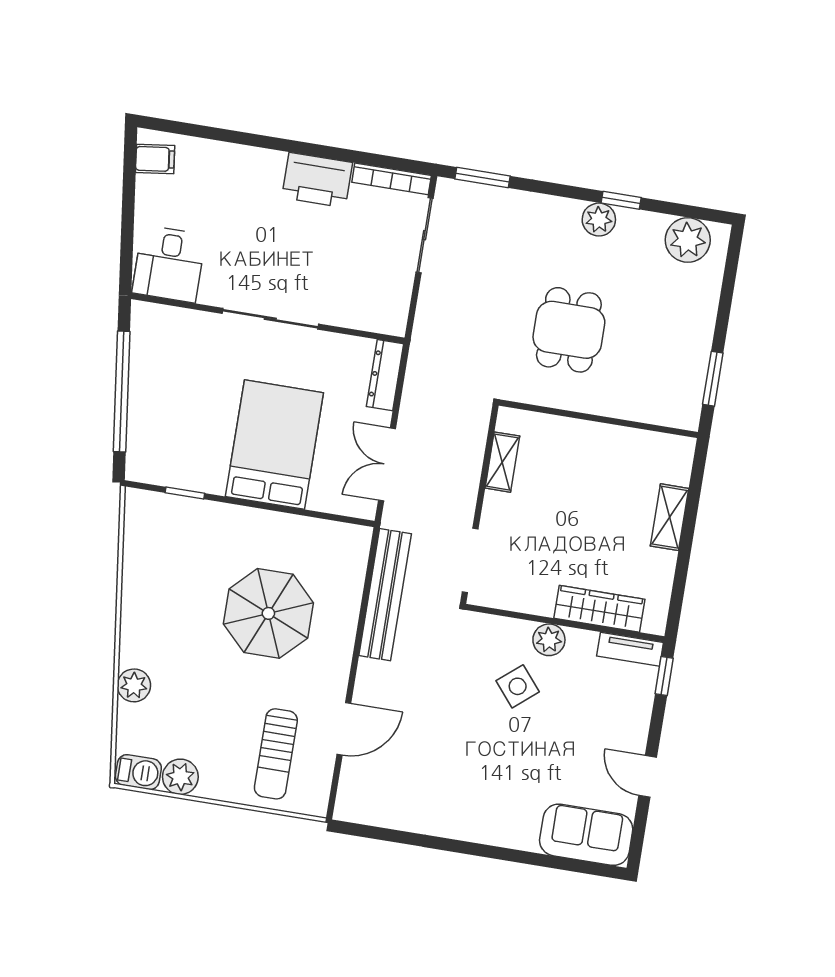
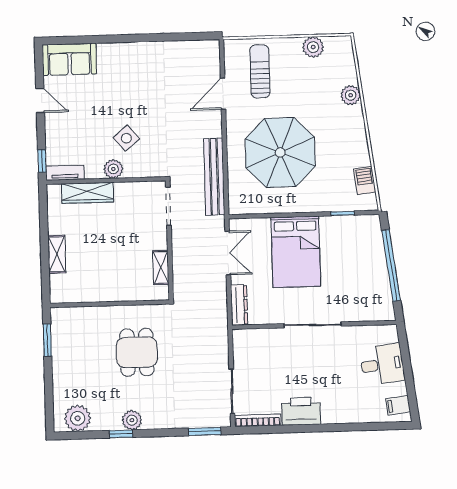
desk: (169, 264) -> (382, 364), moved, turned 83
parasol: (268, 613) -> (280, 153), width x1.36, depth x1.36
barbecue: (138, 772) -> (365, 180), moved, turned 83

